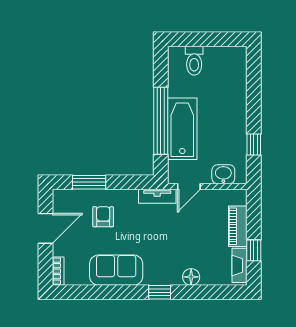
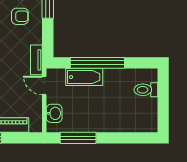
bathtub: (182, 129) -> (84, 77), width x0.73, depth x0.73
window: (254, 144) -> (78, 138), width x2.17

